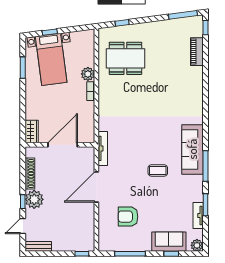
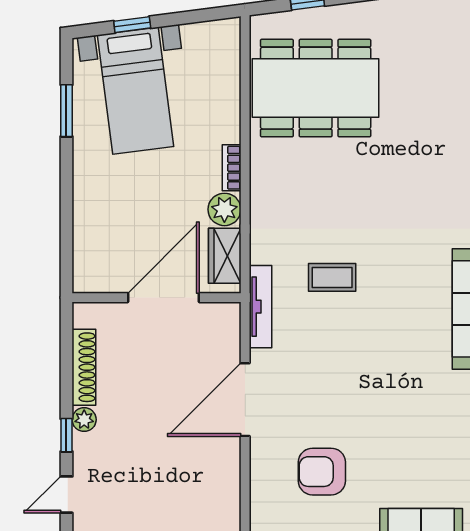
dining table: (125, 58) -> (316, 88), width x1.36, depth x1.24
plant: (88, 74) -> (224, 209), moved
wardrobe: (32, 132) -> (225, 256), moved, turned 180
coffee table: (158, 170) -> (332, 277), moved
plant: (34, 199) -> (84, 420), width x0.53, depth x0.53

